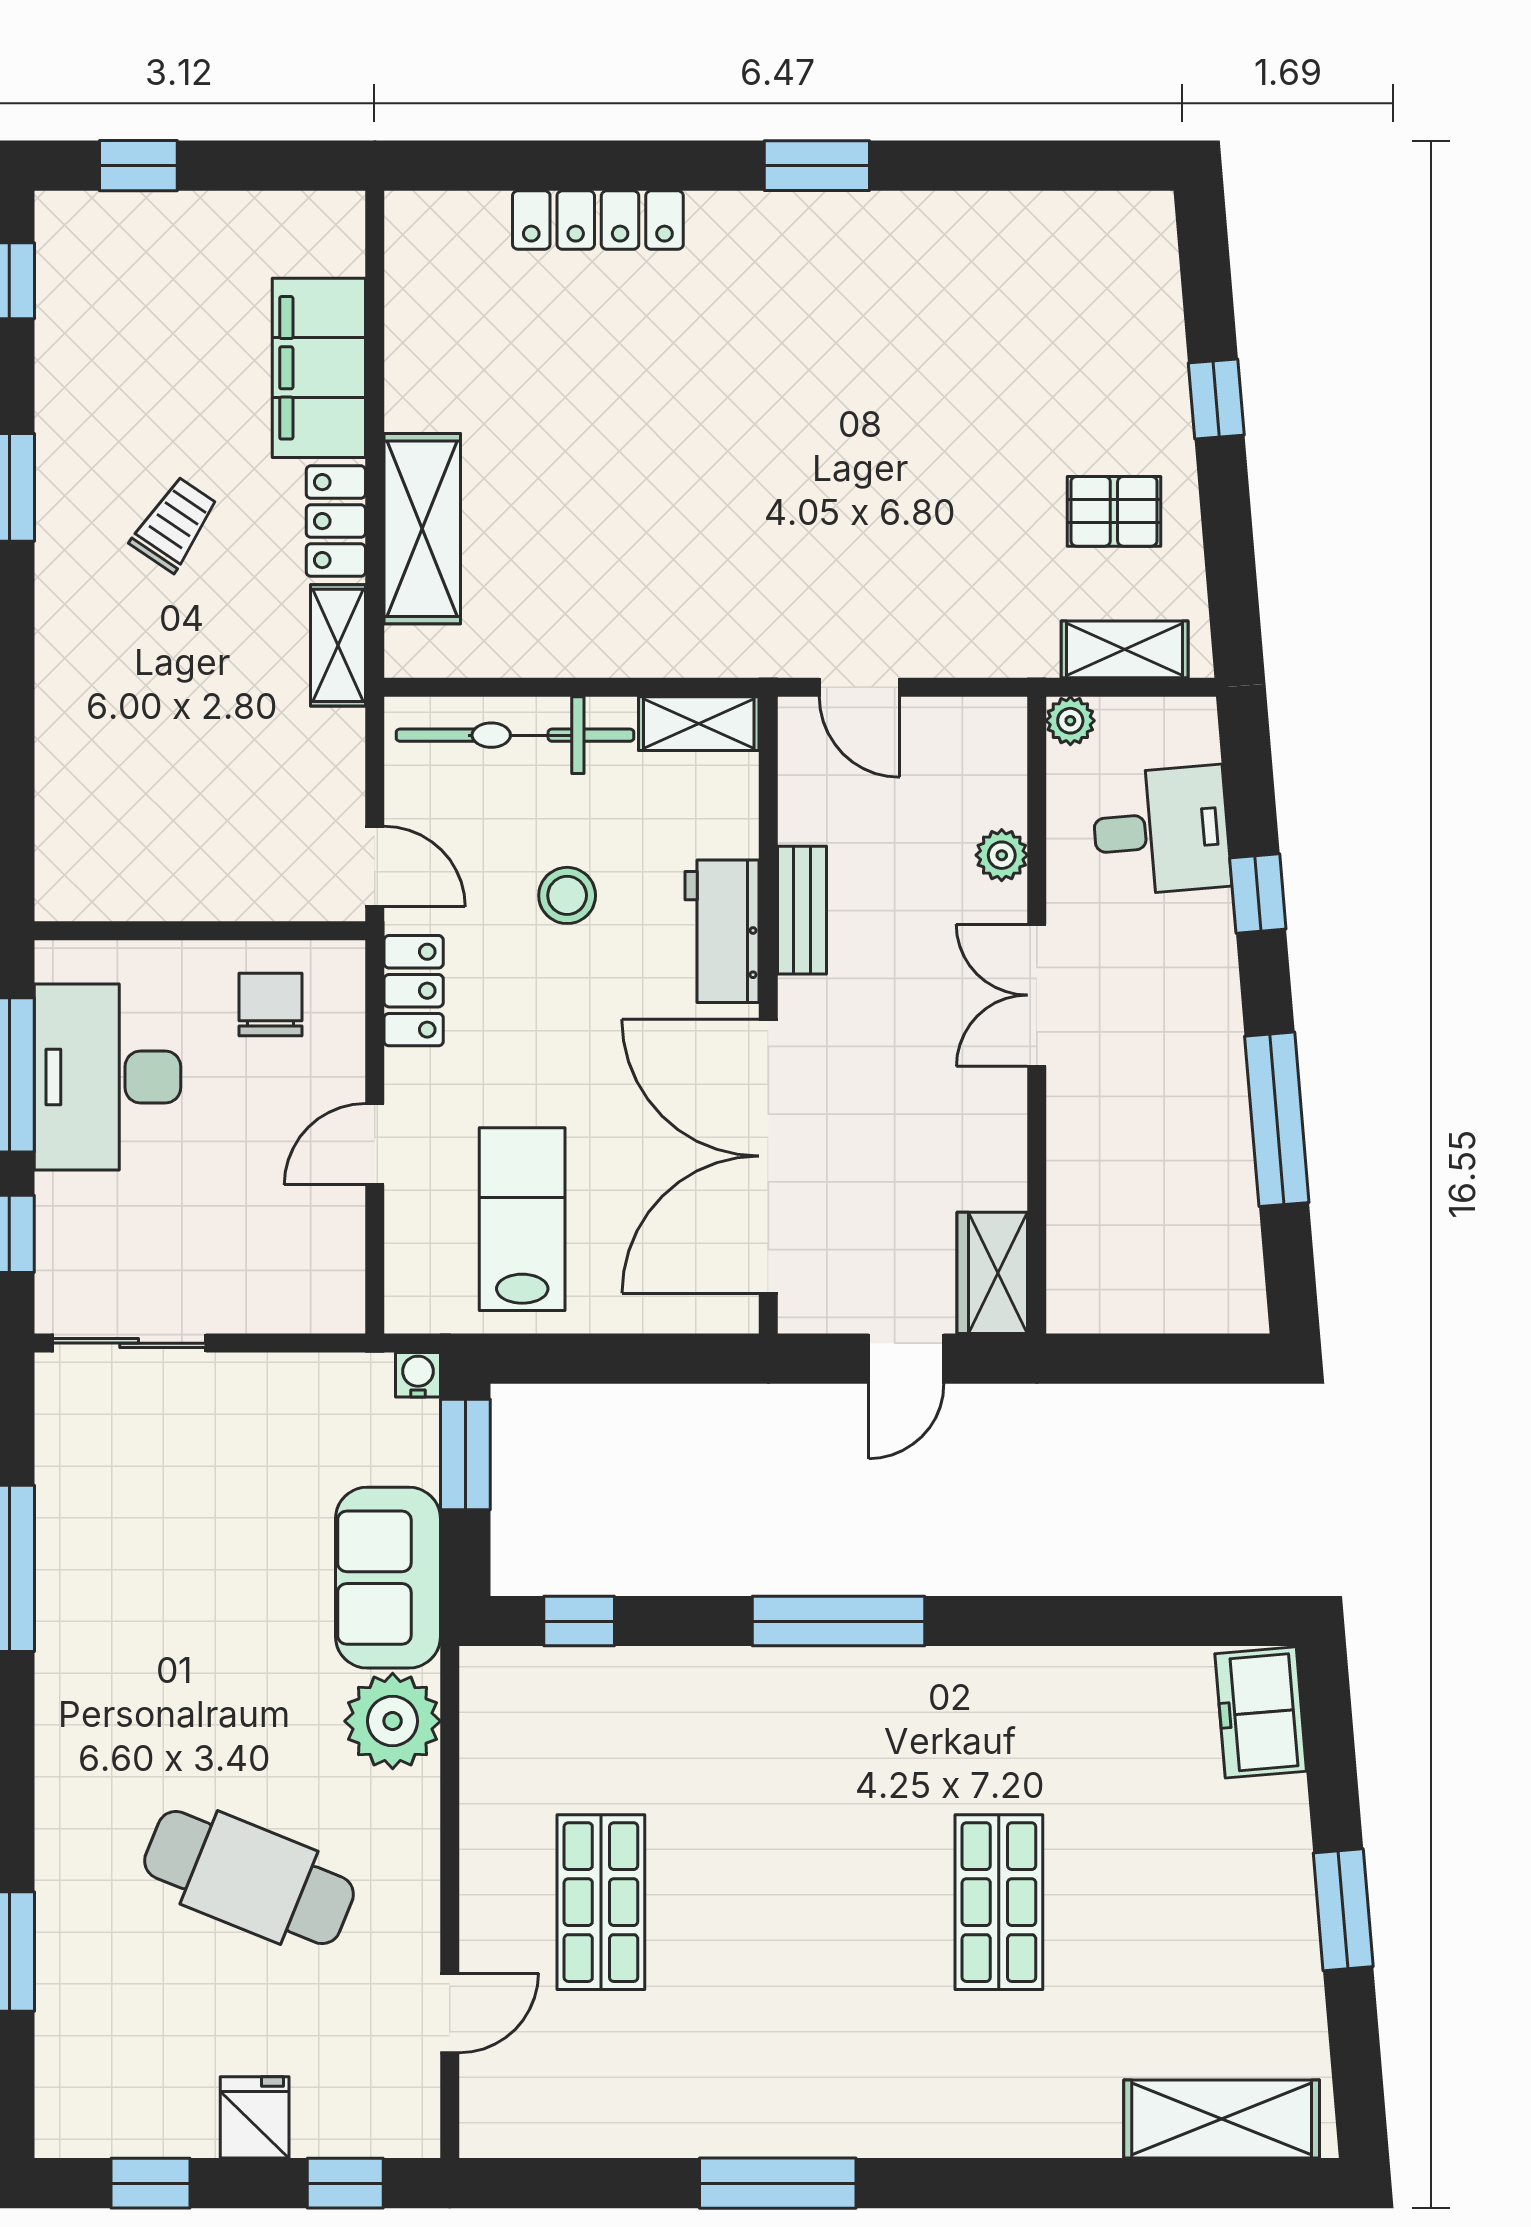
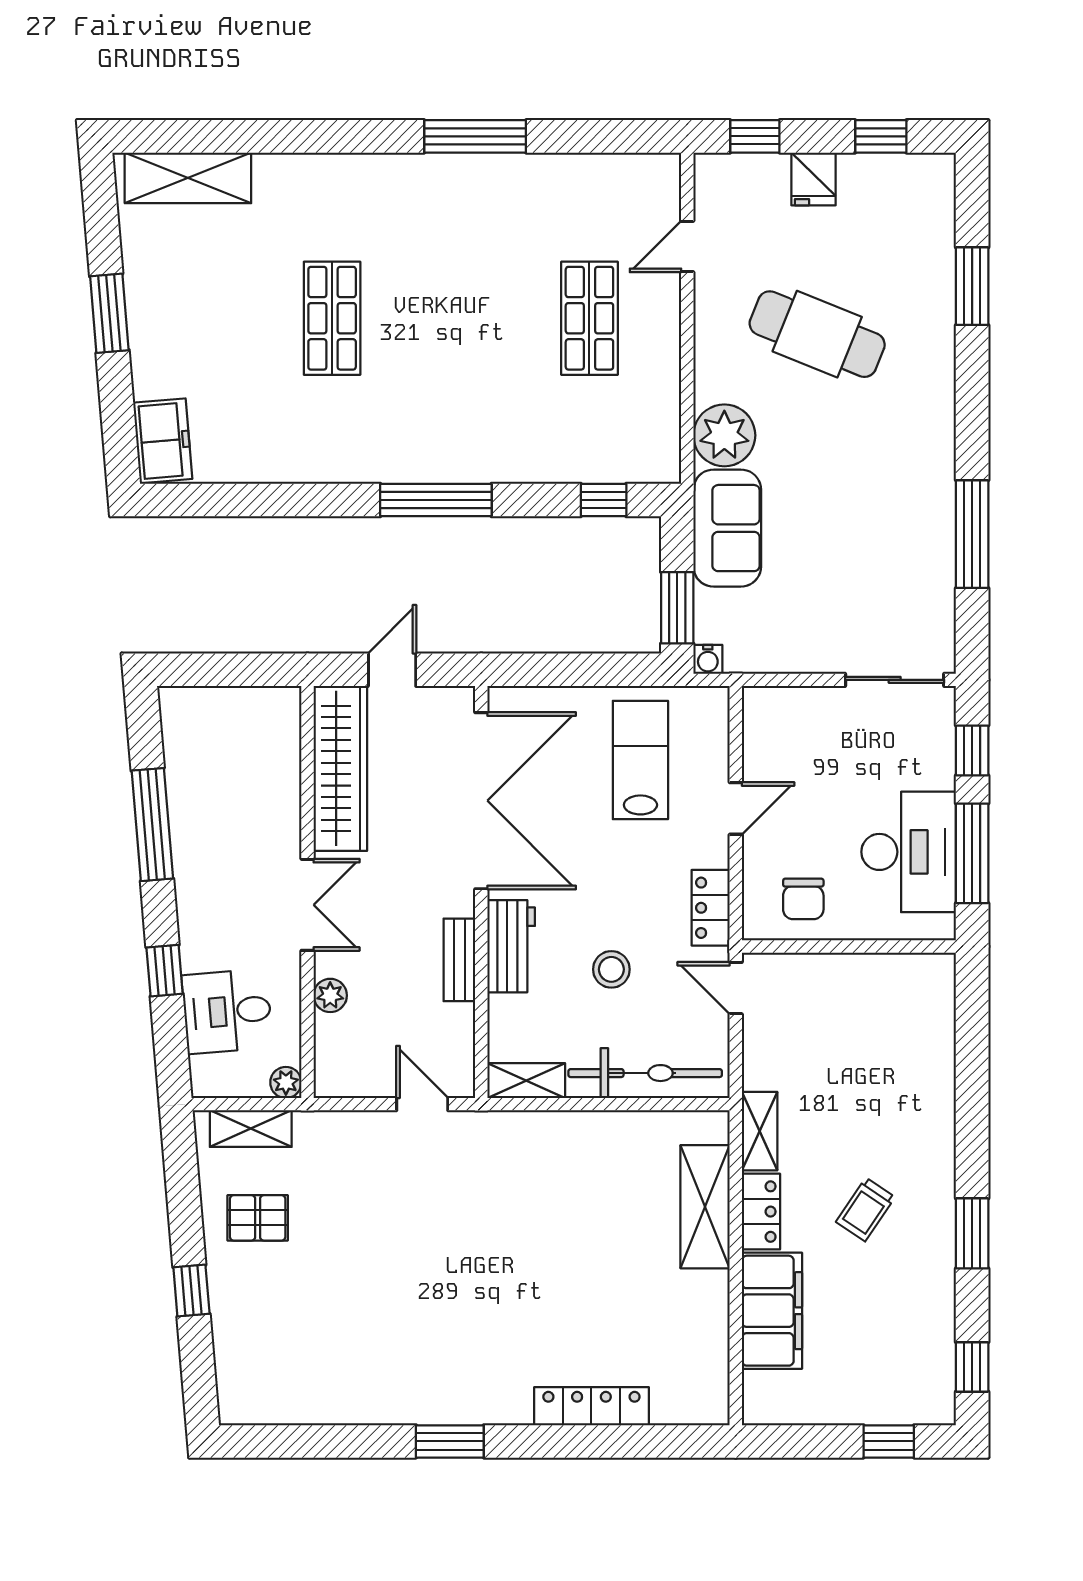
lab bench: (522, 1219) -> (640, 760), turned 180
wardrobe: (992, 1273) -> (340, 768), width x2.10, depth x1.17

